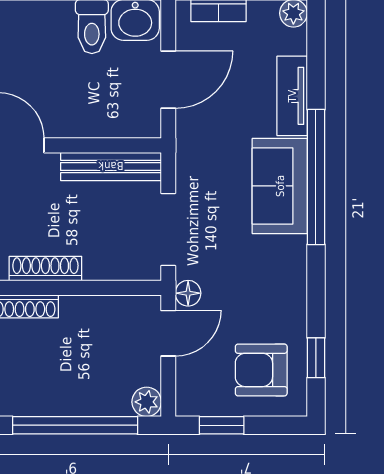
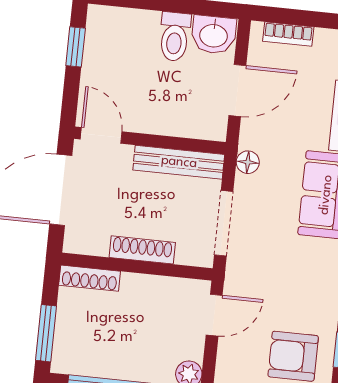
shoe rack: (45, 269) -> (142, 250), moved
floor lamp: (188, 293) -> (248, 162), moved

